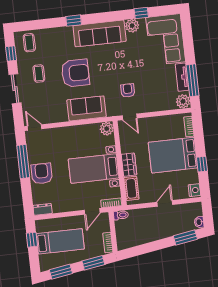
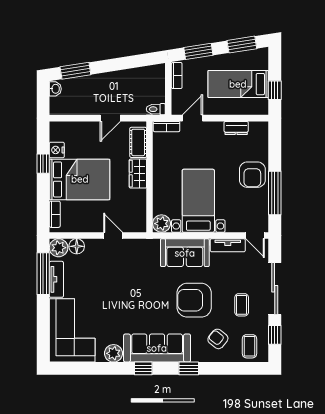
window: (141, 13) -> (143, 368), moved
sliding door: (15, 89) -> (275, 289), width x1.37
armchair: (128, 91) -> (218, 339), moved, turned 129
floor lamp: (169, 104) -> (77, 246), added
door: (130, 117) -> (113, 235), moved
tv unit: (54, 118) -> (228, 245), added
bed with nightstands: (94, 168) -> (198, 201), moved, turned -90
nightstand: (194, 190) -> (57, 150), moved
door: (165, 203) -> (110, 118), moved
dresser: (43, 209) -> (236, 128), moved

